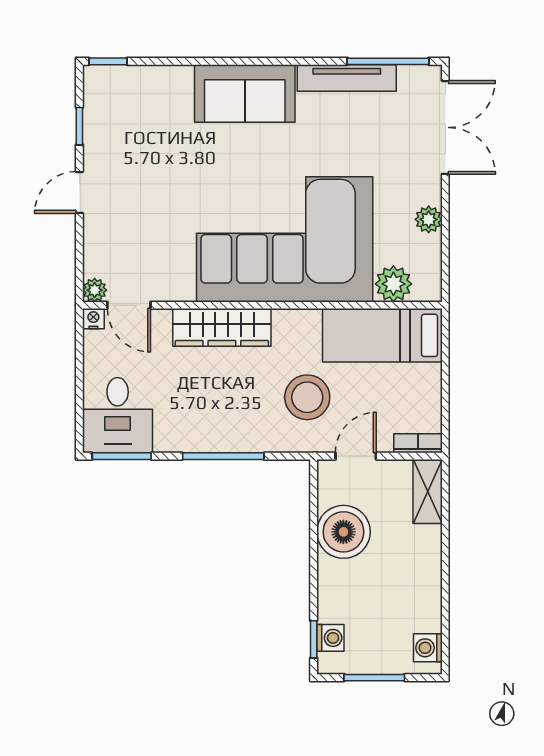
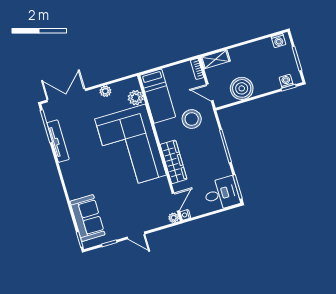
sofa: (245, 94) -> (87, 218), moved

